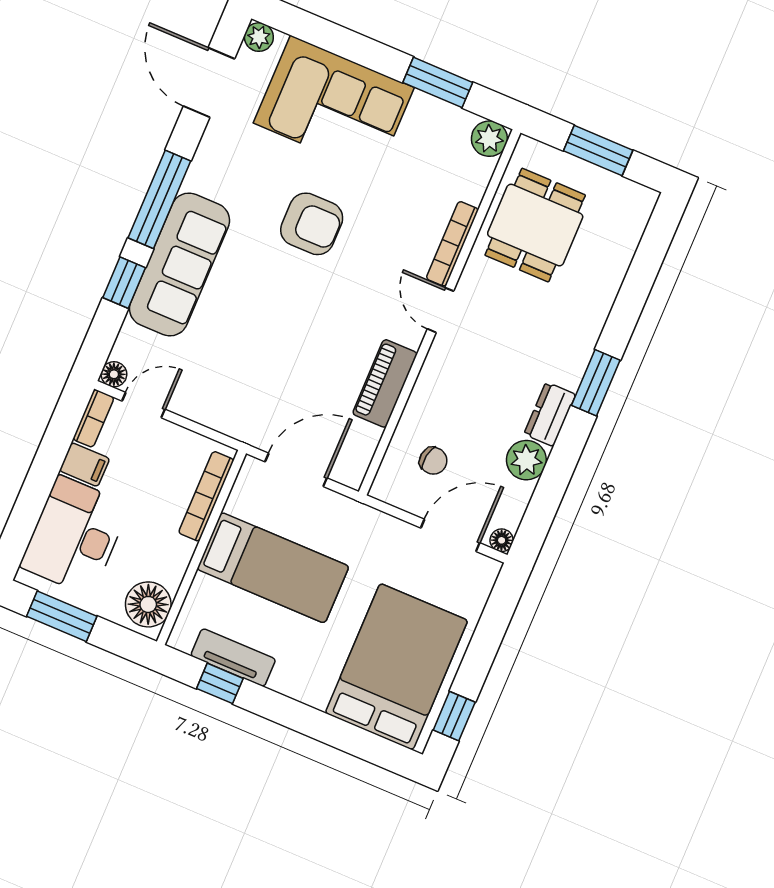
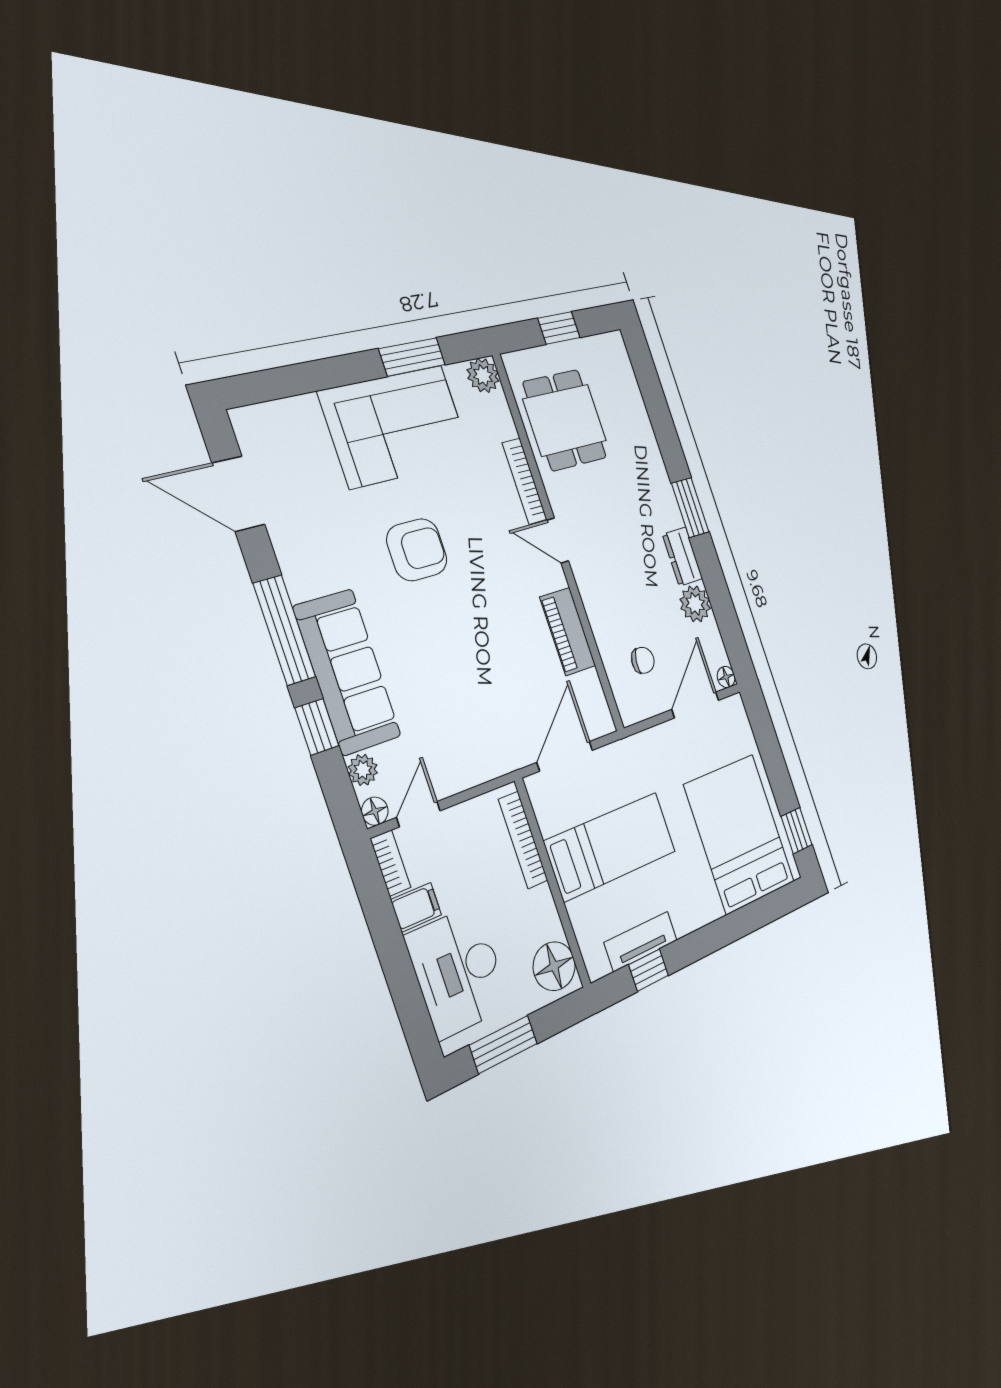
plant: (259, 37) -> (363, 770), moved
corner sofa: (334, 105) -> (396, 426), moved
window: (598, 150) -> (559, 328), width x0.67

